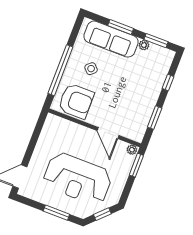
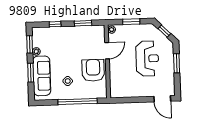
armchair: (76, 101) -> (93, 70), moved
window: (136, 165) -> (131, 22), moved
reception desk: (78, 179) -> (147, 59), width x0.74, depth x0.77

